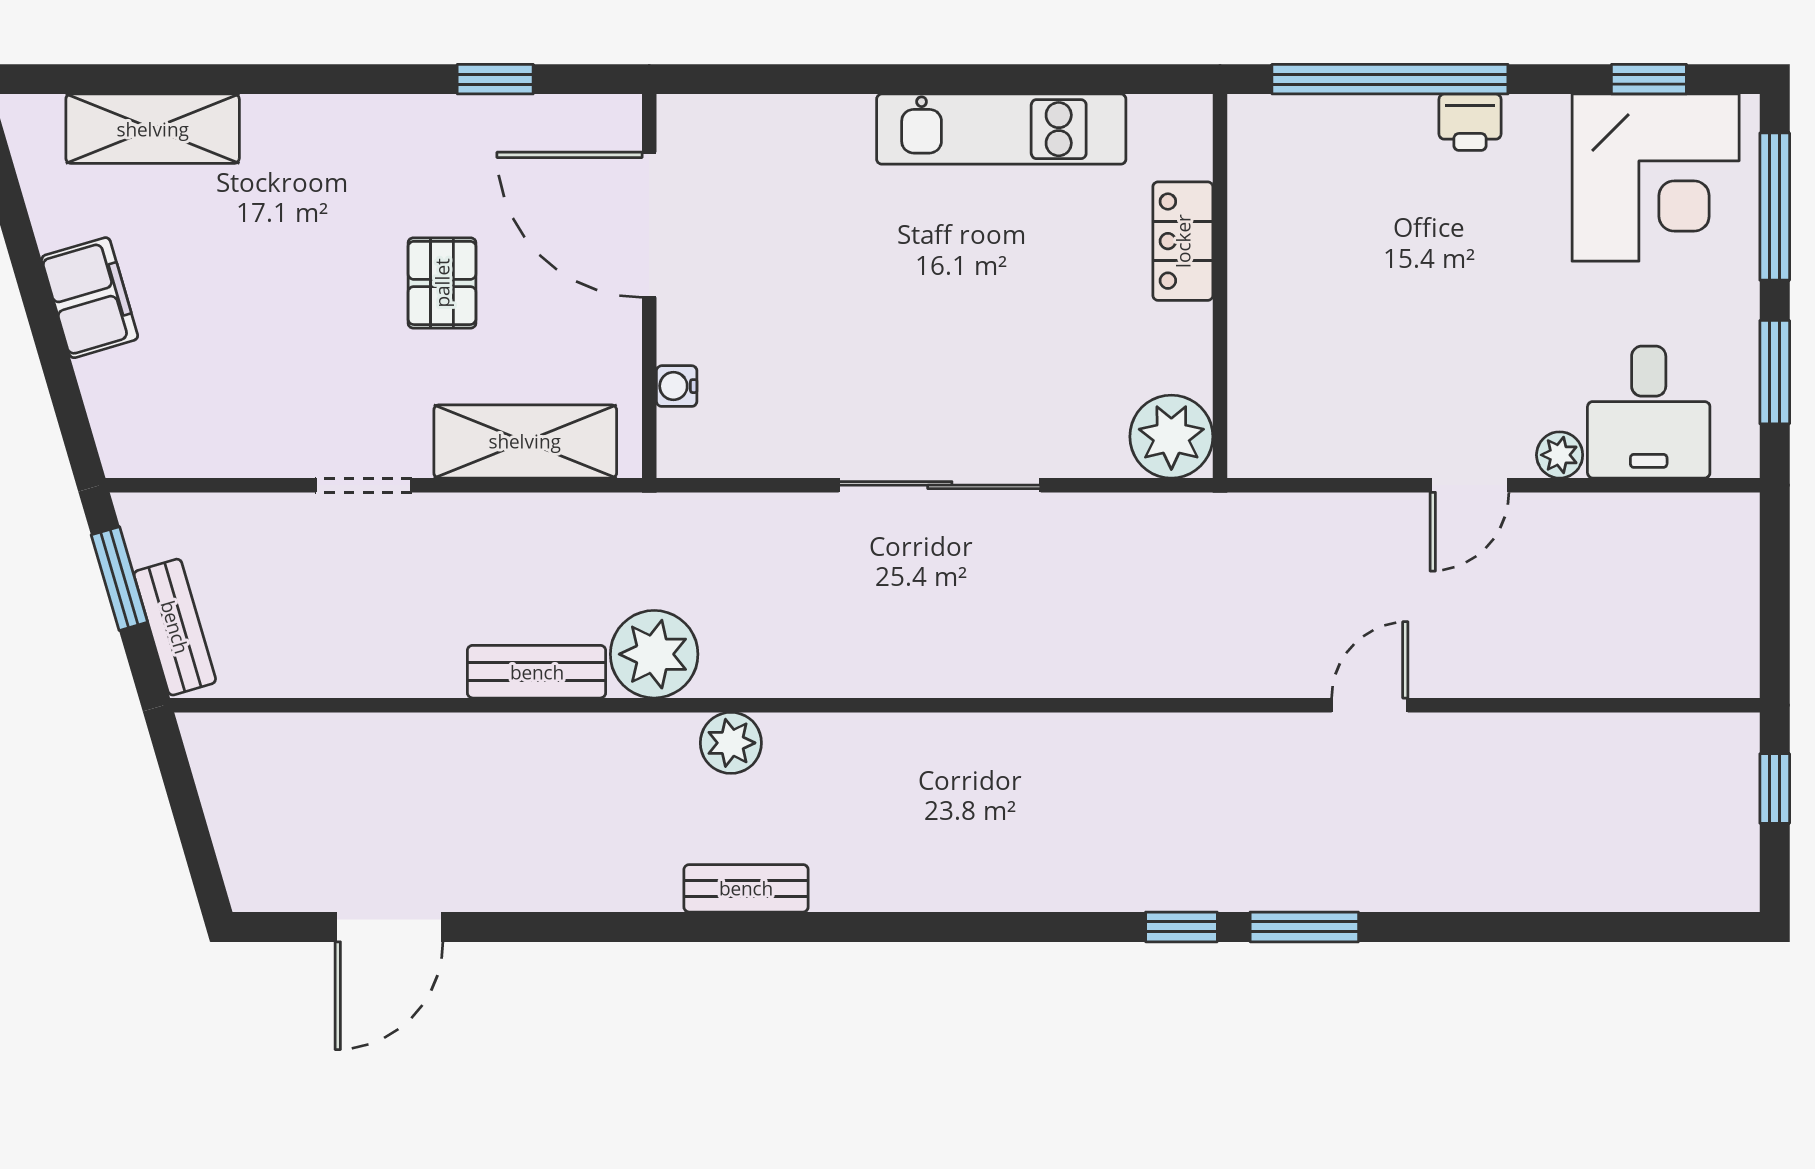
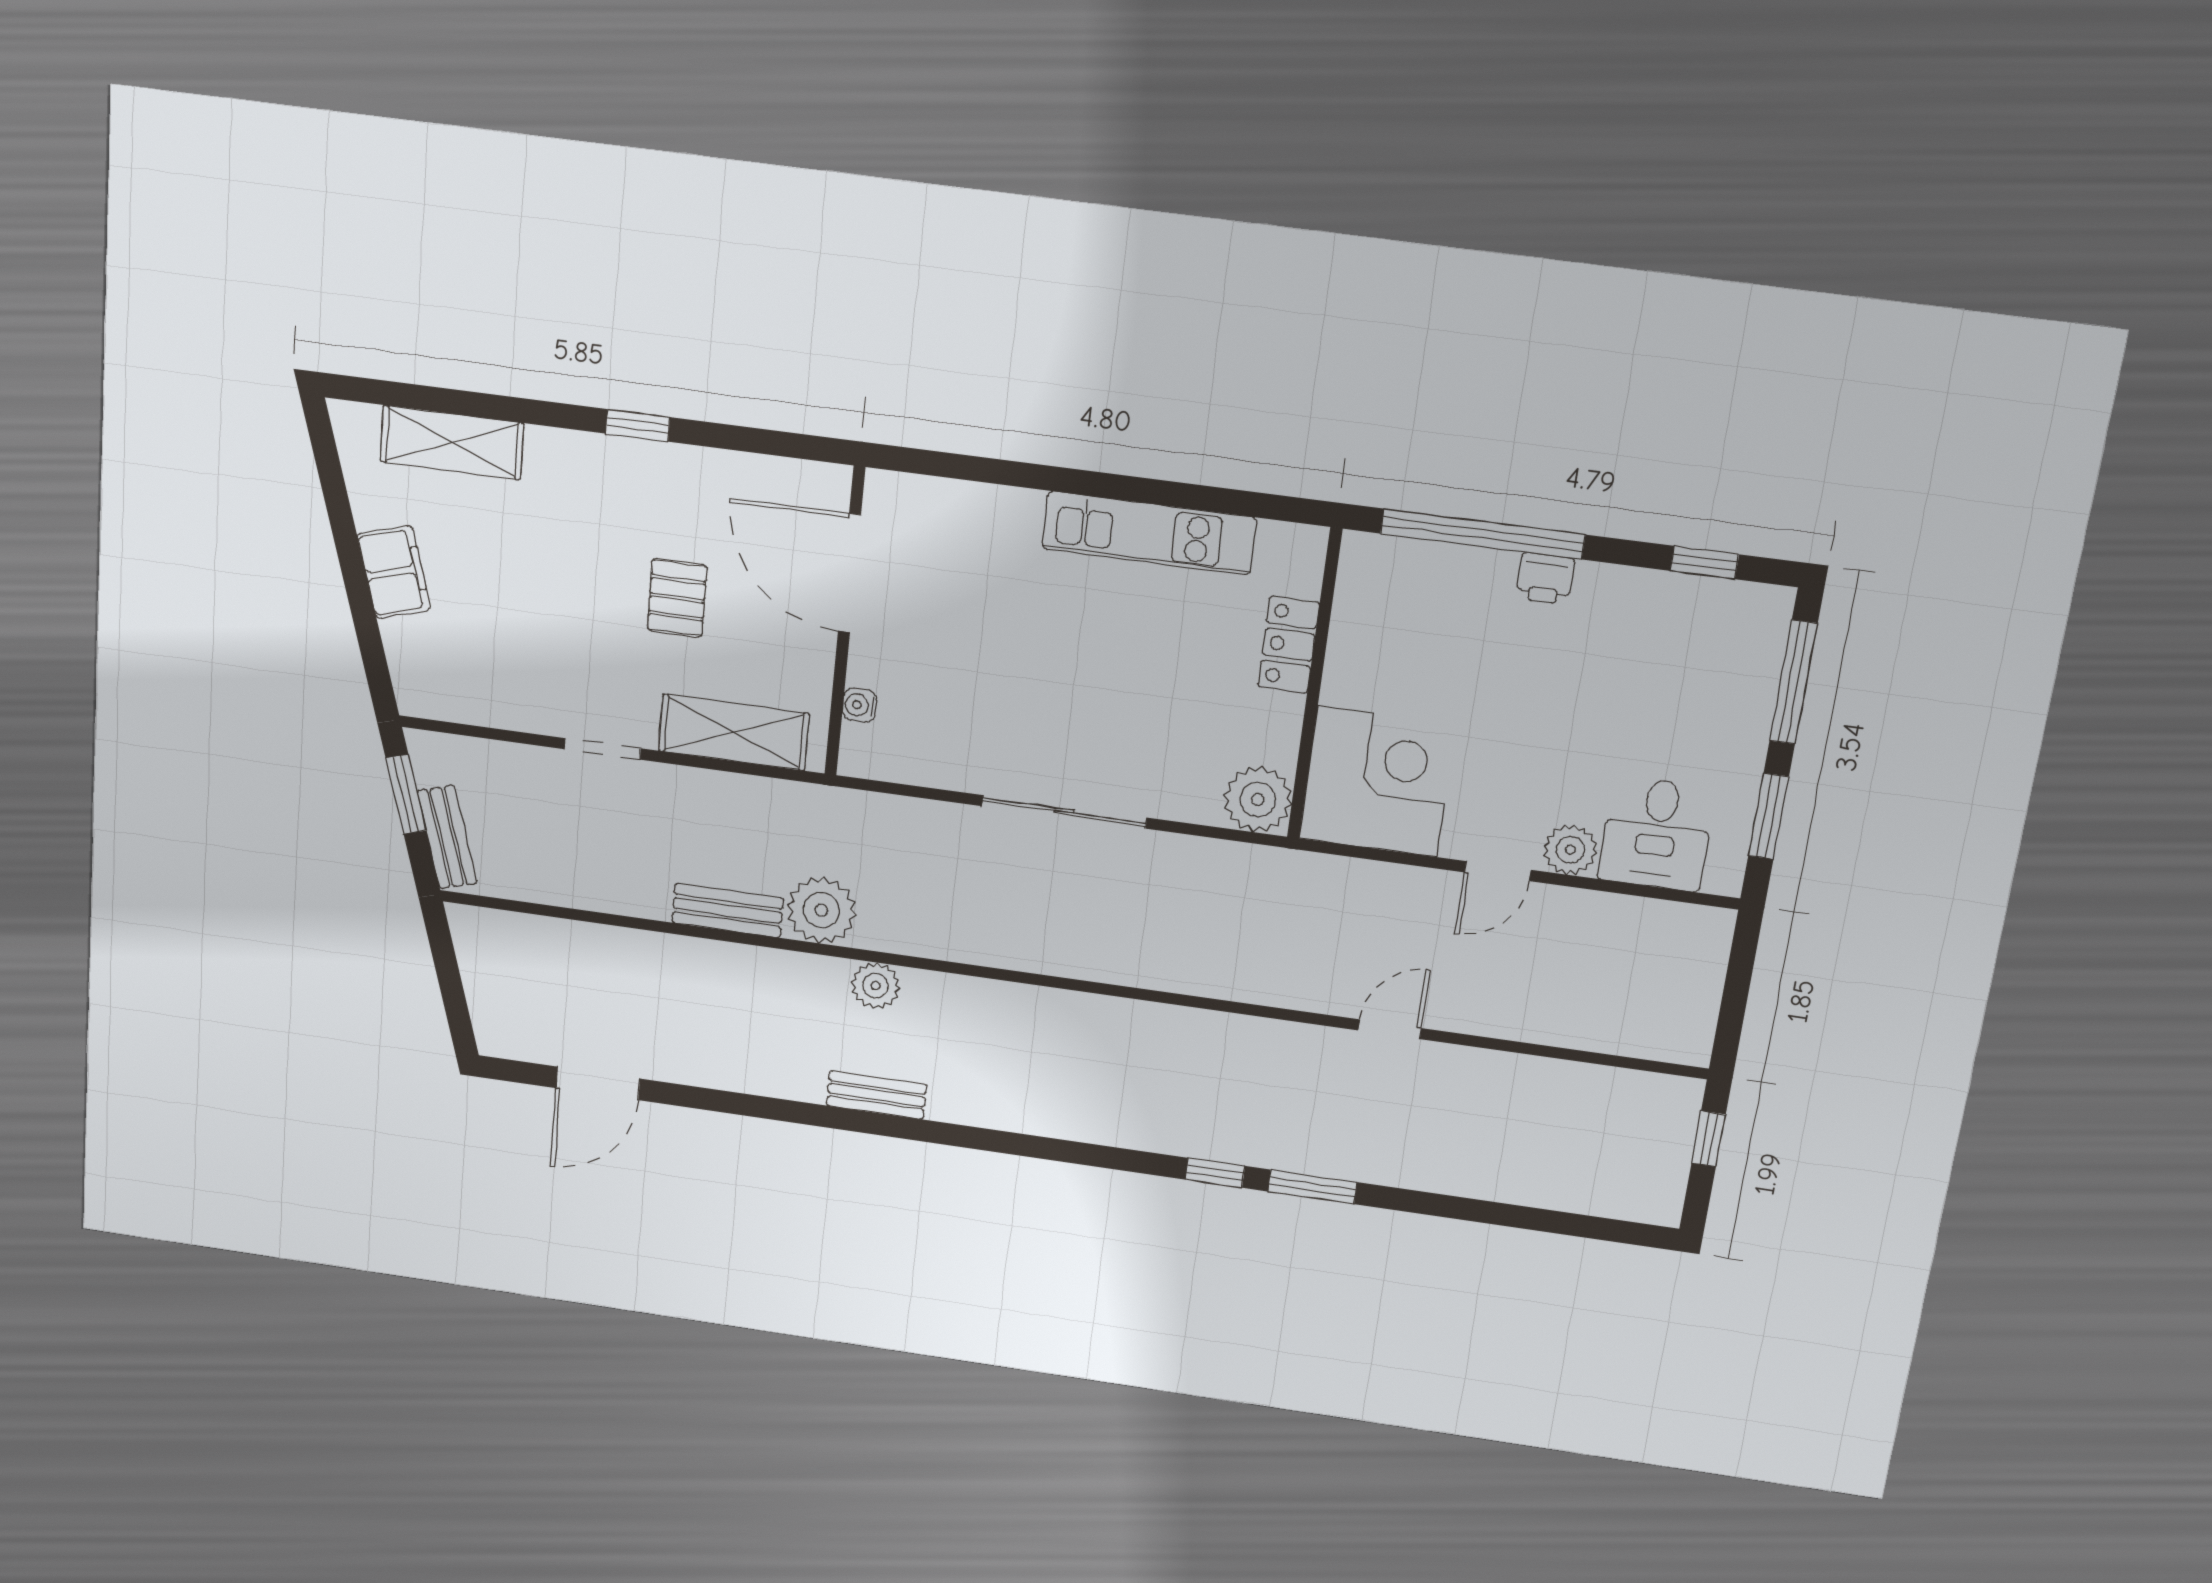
window: (495, 79) -> (638, 425), moved
corner desk: (1656, 178) -> (1377, 782), moved, turned -90
plant: (1560, 455) -> (1570, 850), width x1.38, depth x1.38

